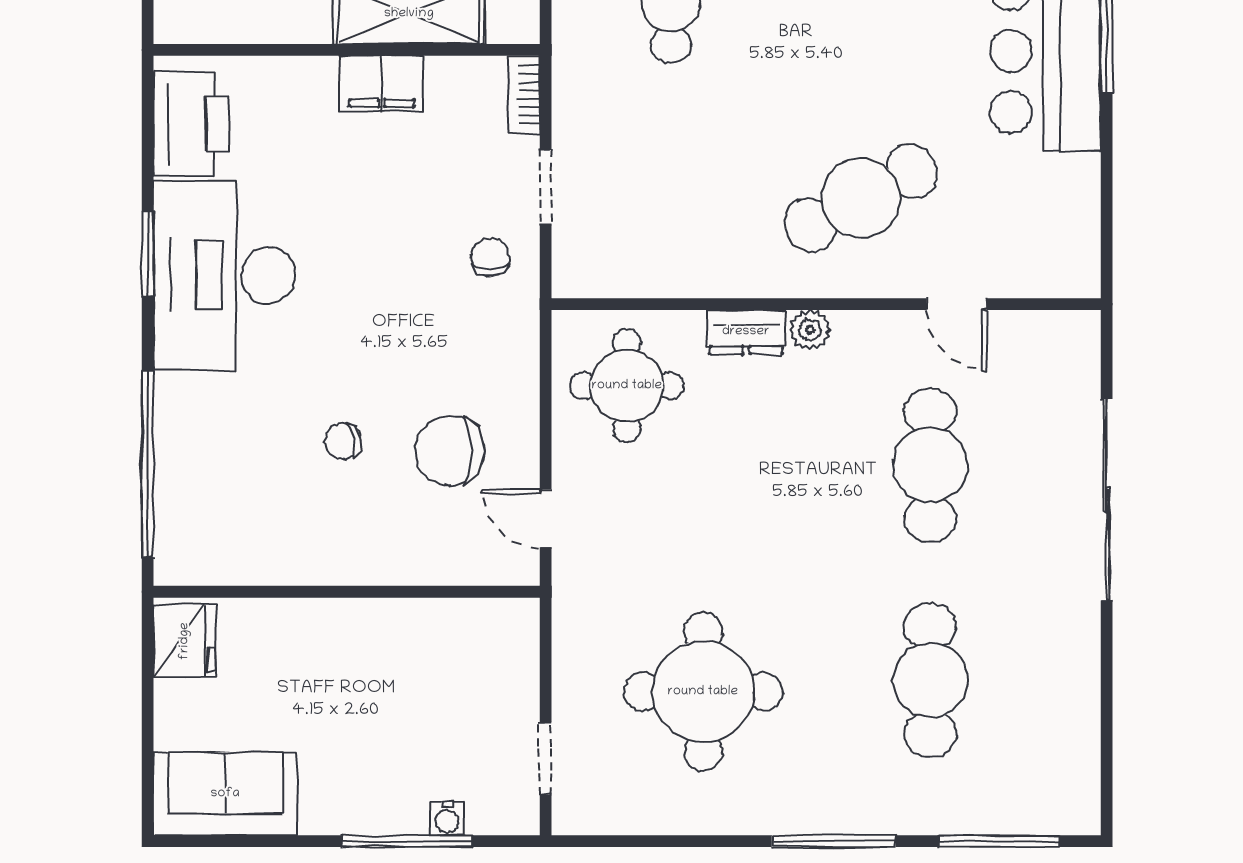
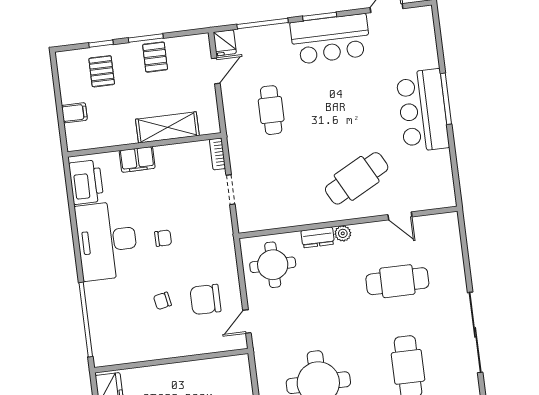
filing cabinet: (382, 84) -> (137, 159), moved
window: (148, 254) -> (75, 236), removed
chair: (490, 257) -> (163, 238), moved, turned 90
cafe table: (930, 465) -> (397, 281), turned 90
sliding door: (1107, 500) -> (475, 332), moved
door: (546, 518) -> (247, 321), hinge flipped

